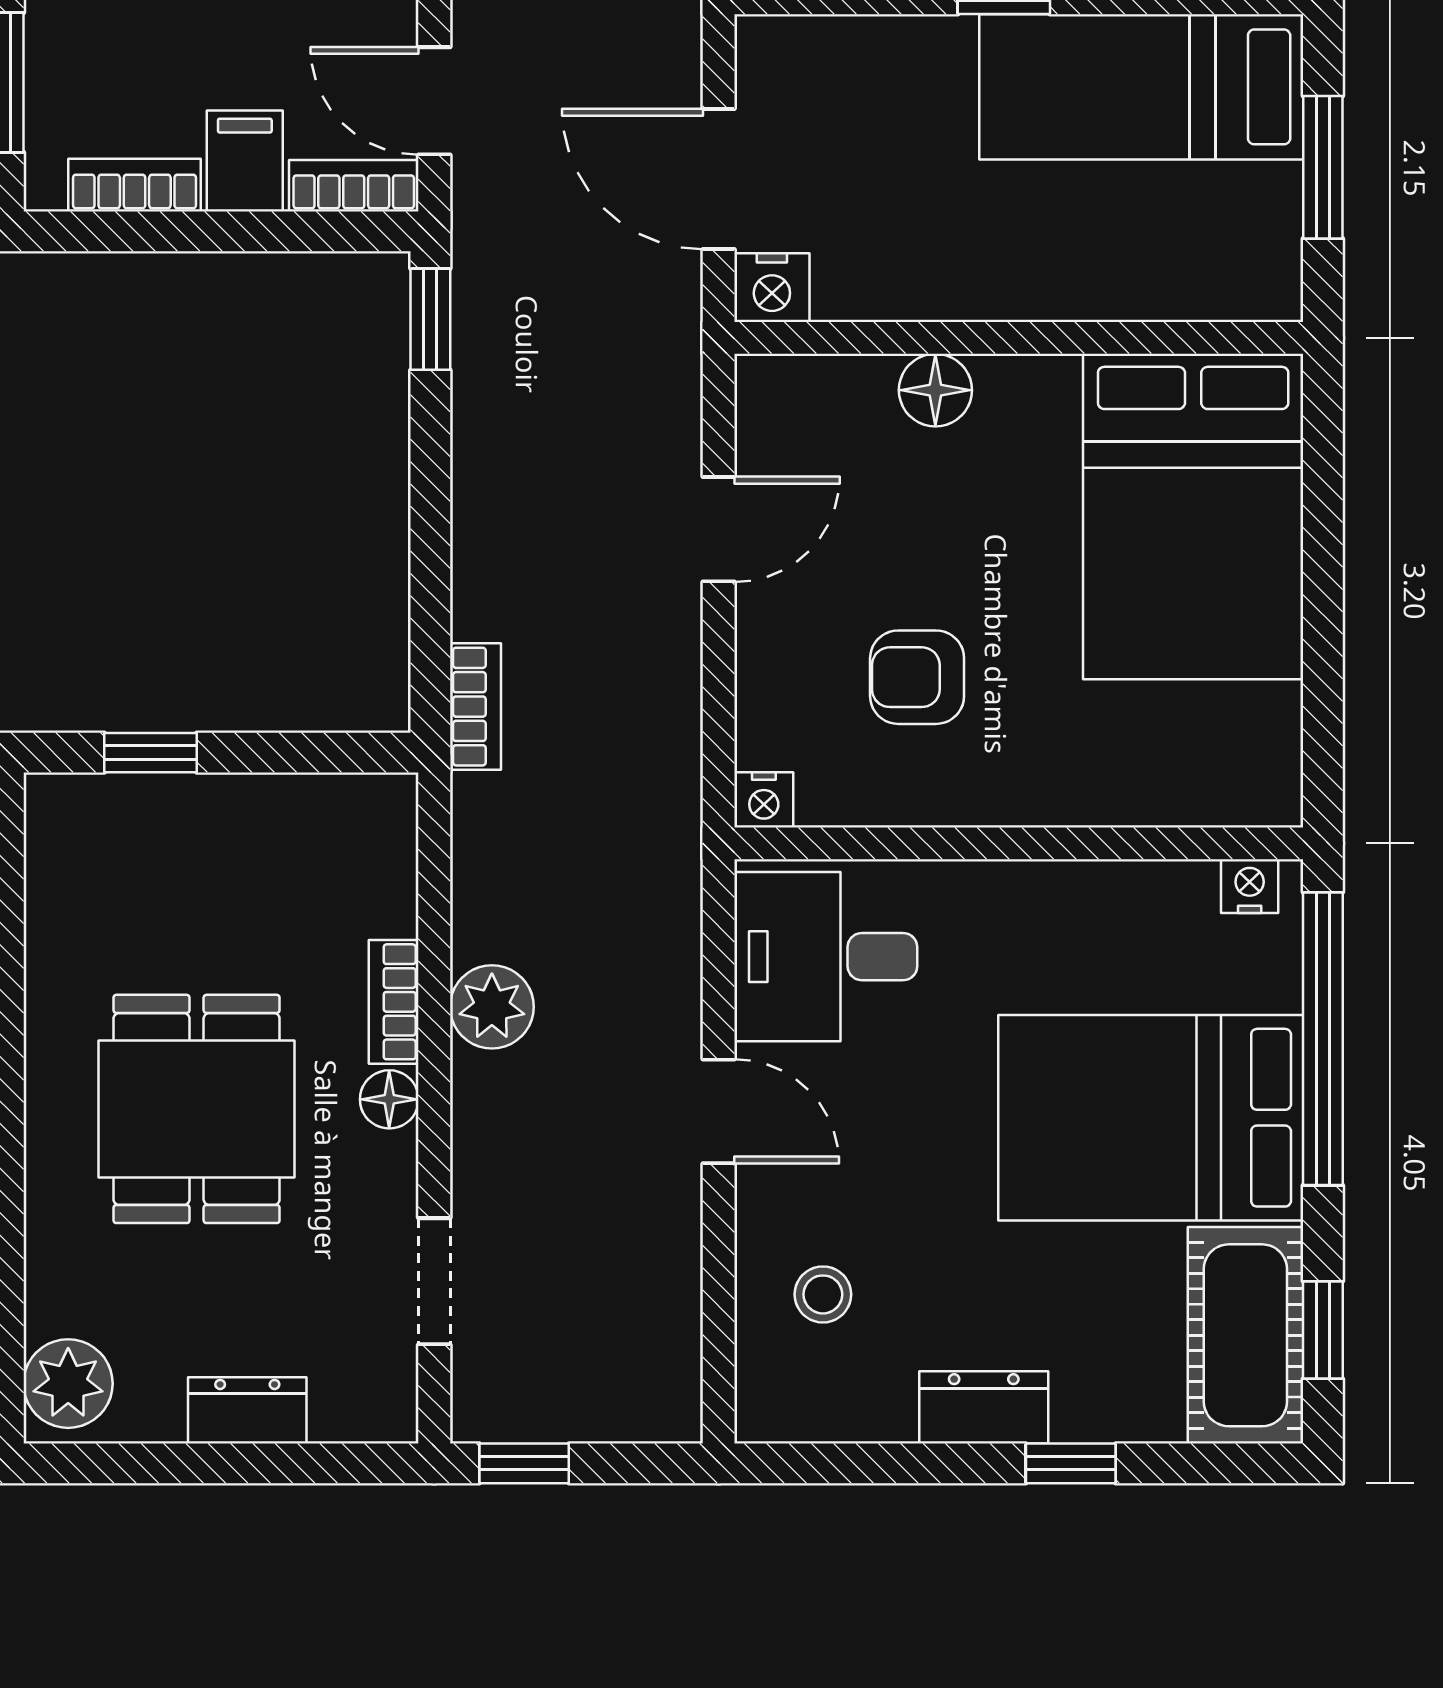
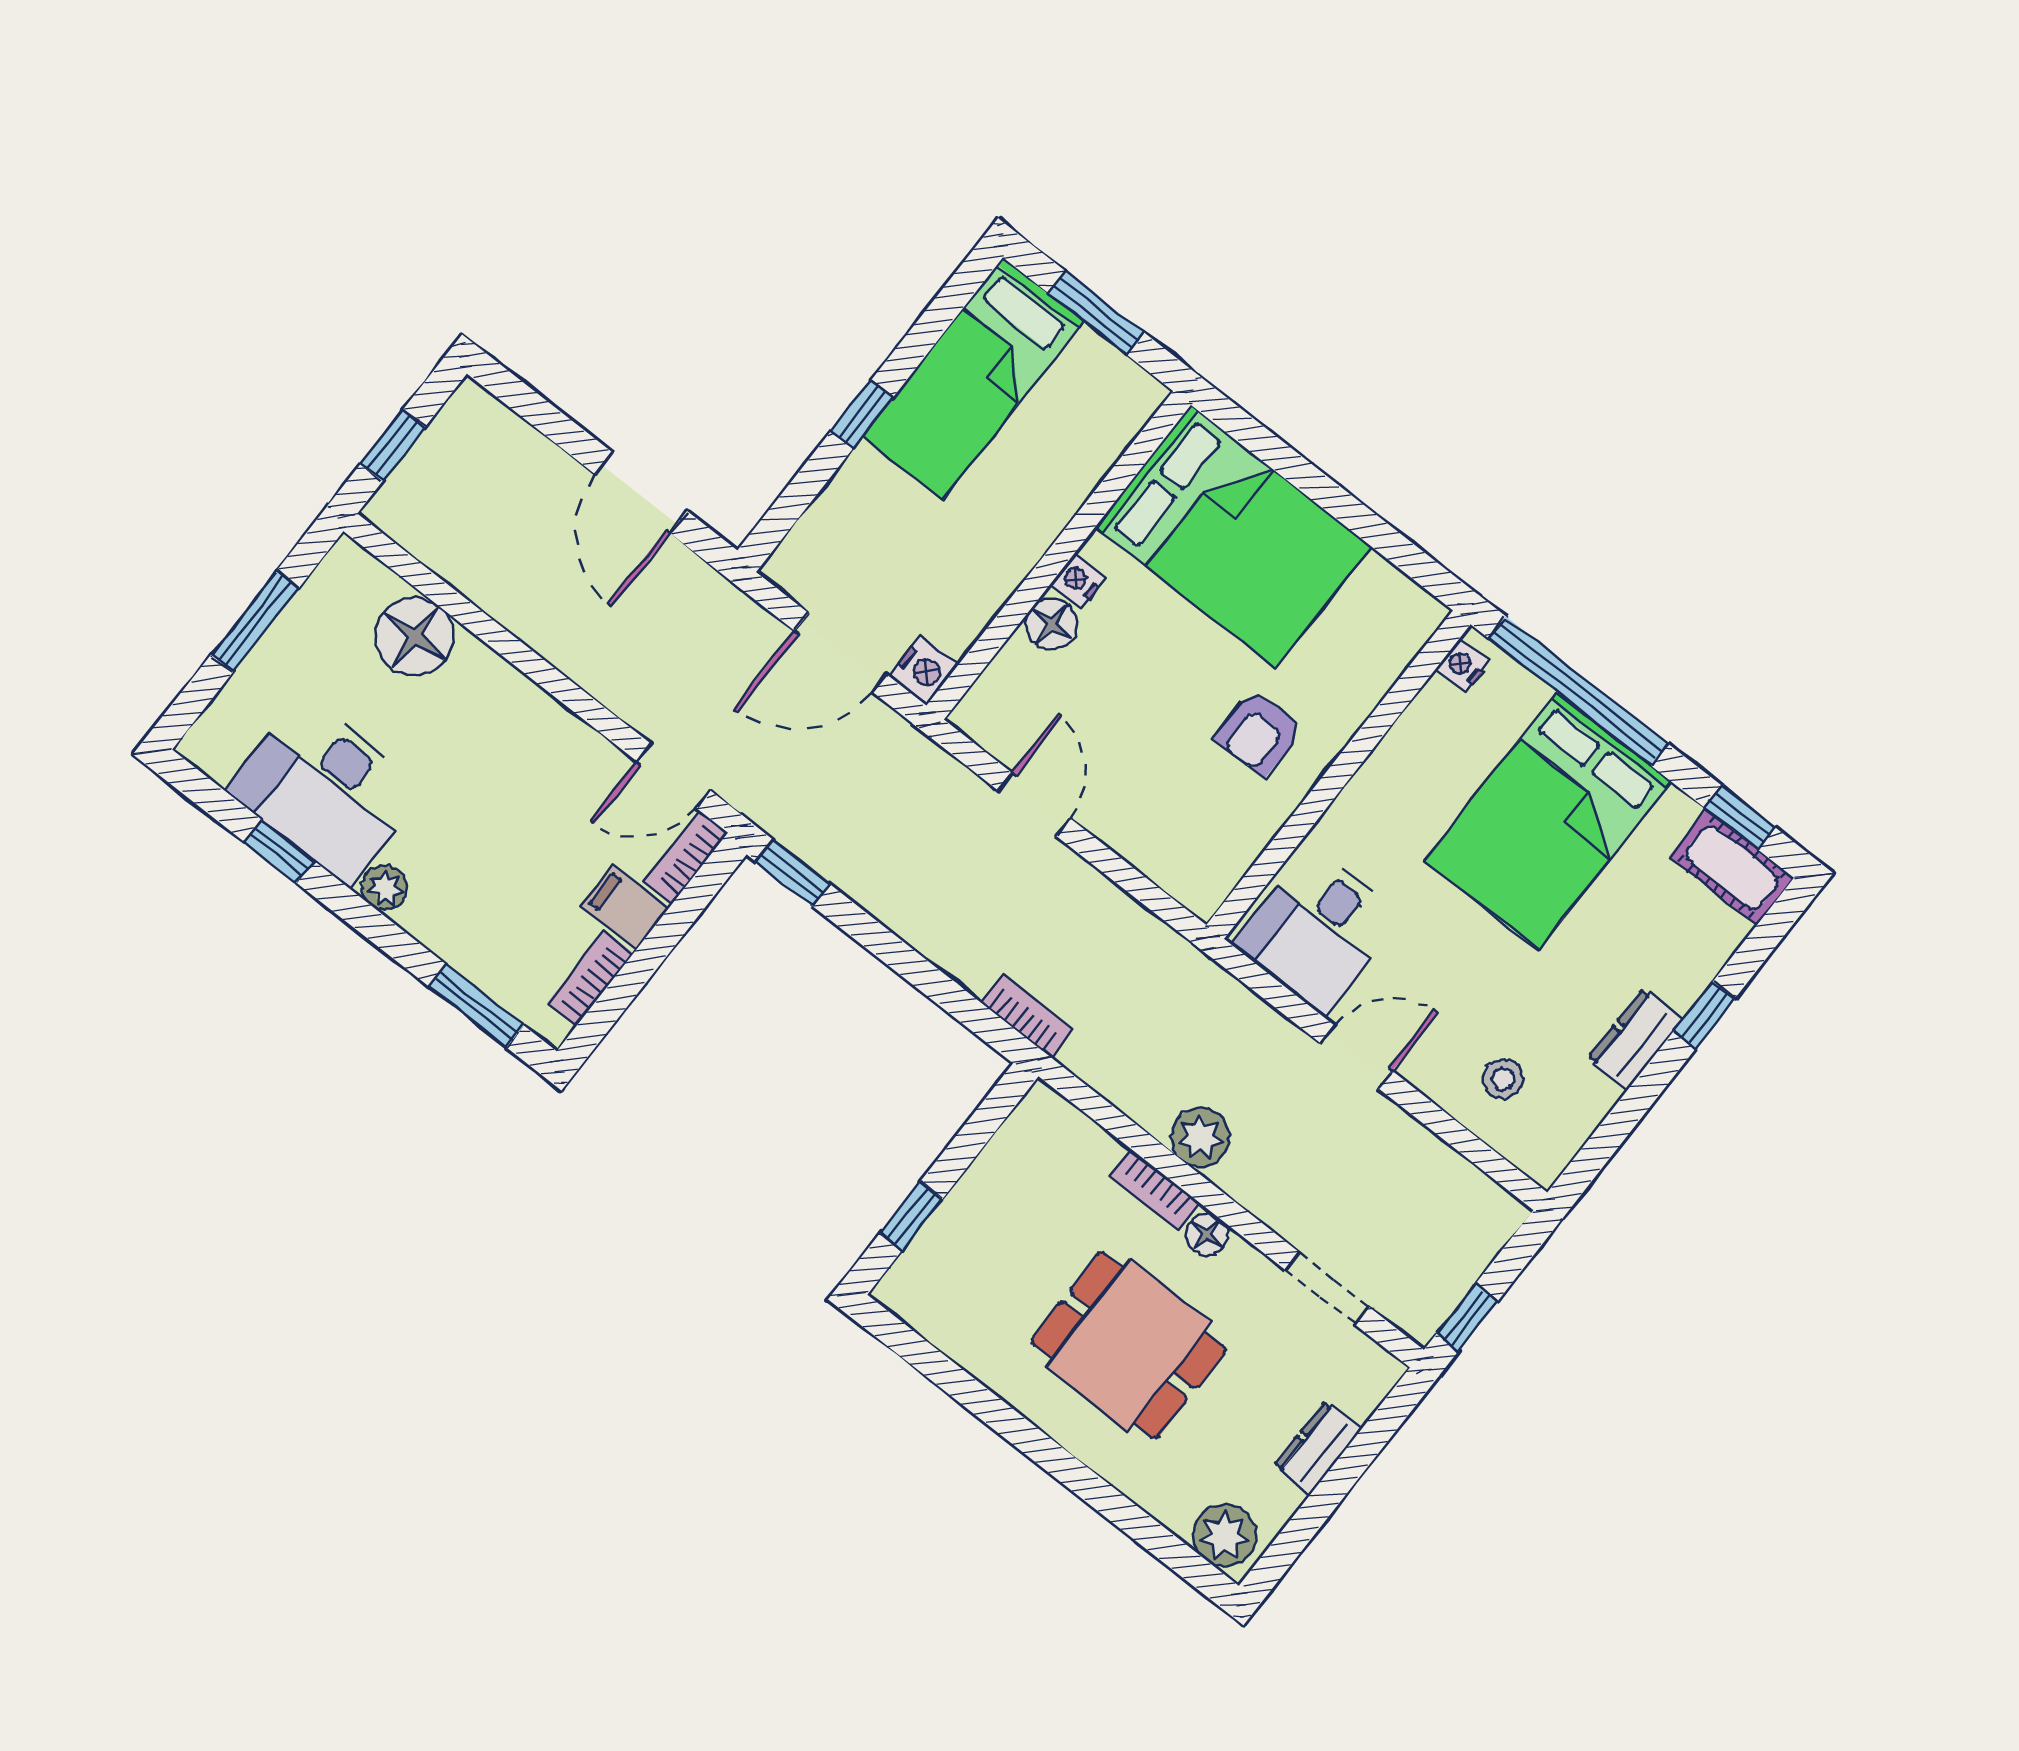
armchair: (917, 677) -> (1259, 733), moved
nightstand: (764, 800) -> (1078, 580), moved, turned 180
cot: (1245, 1335) -> (1732, 867), width x0.73, depth x0.75

